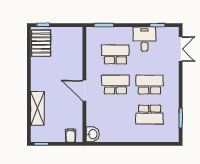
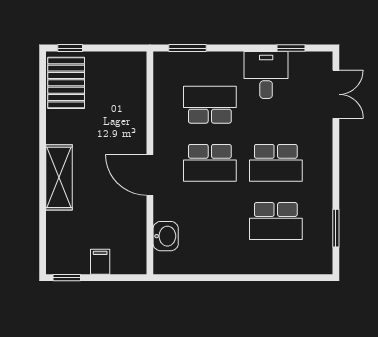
school desk: (115, 84) -> (210, 163), turned 180
school desk: (150, 84) -> (276, 163), turned 180
shelving: (37, 108) -> (59, 177), moved
washbasin: (93, 134) -> (166, 236), moved
filing cabinet: (71, 136) -> (100, 262), moved

